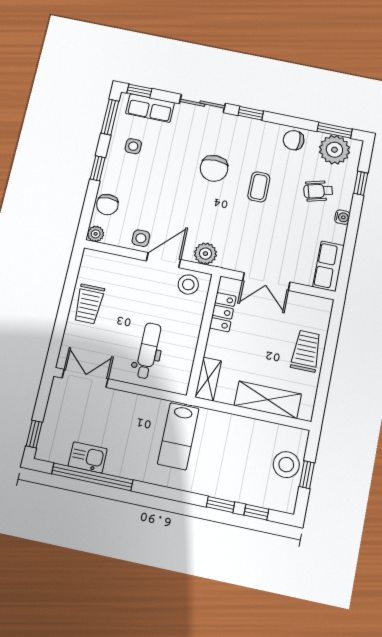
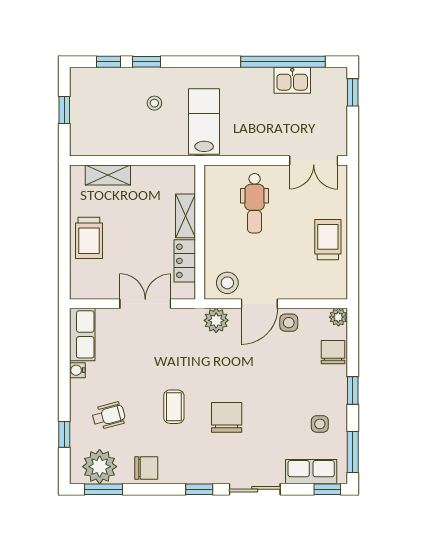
water cooler: (342, 217) -> (77, 370), moved
shelving: (208, 379) -> (186, 216), moved
shelving: (268, 400) -> (108, 175), width x0.67, depth x0.75
stool: (286, 465) -> (154, 103), moved, width x0.53, depth x0.53

